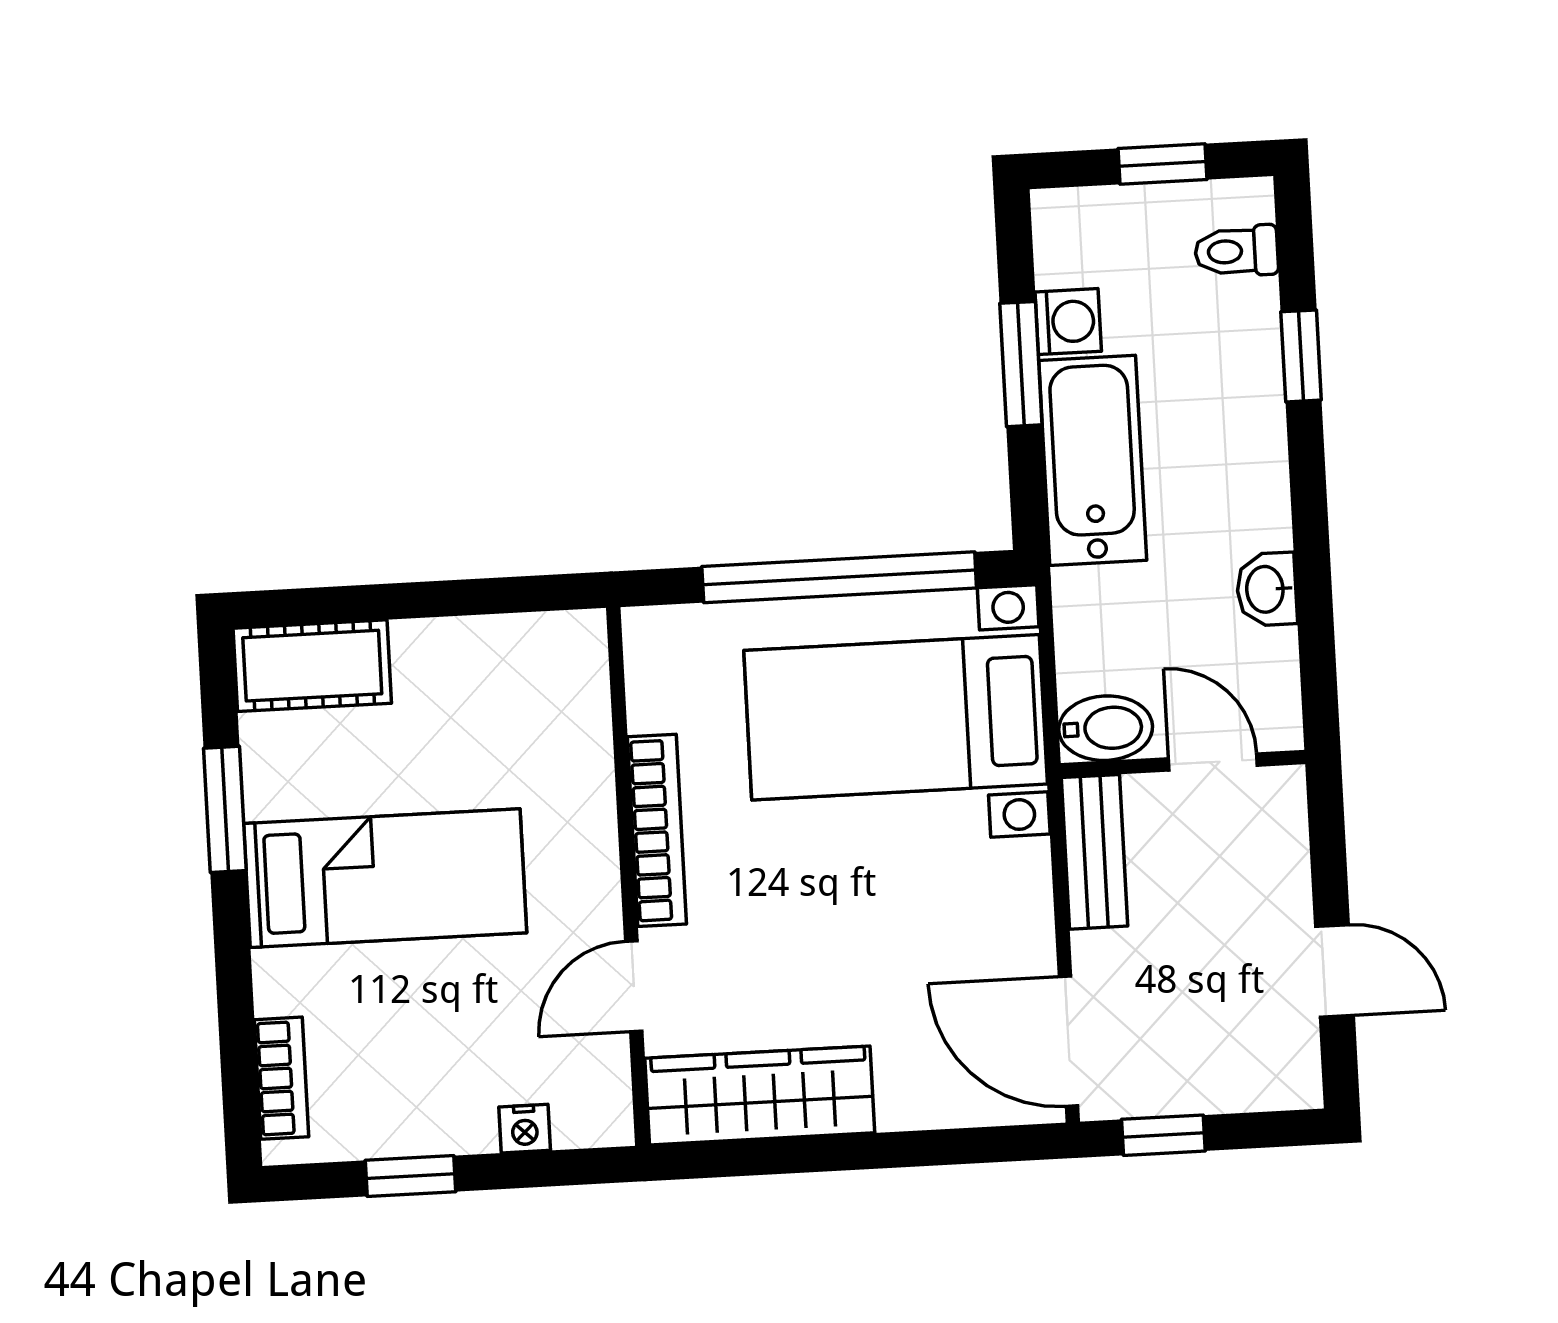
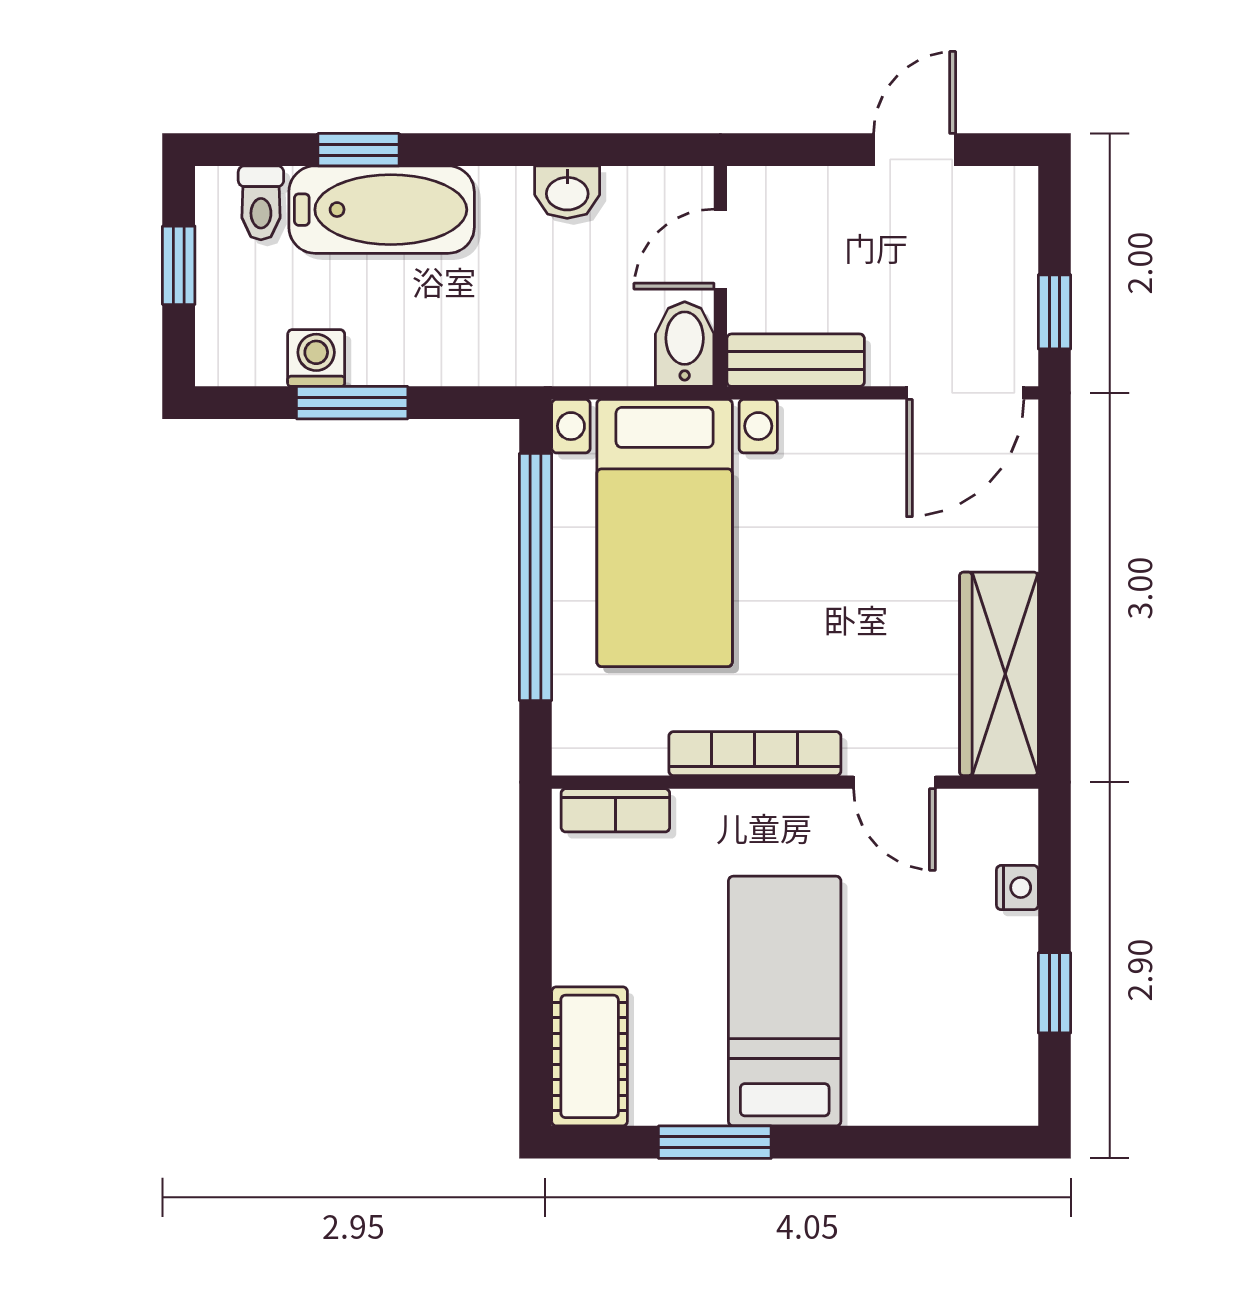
bathtub: (1093, 460) -> (382, 210), moved, turned 180
bookcase: (282, 1078) -> (615, 810), moved, turned 180

